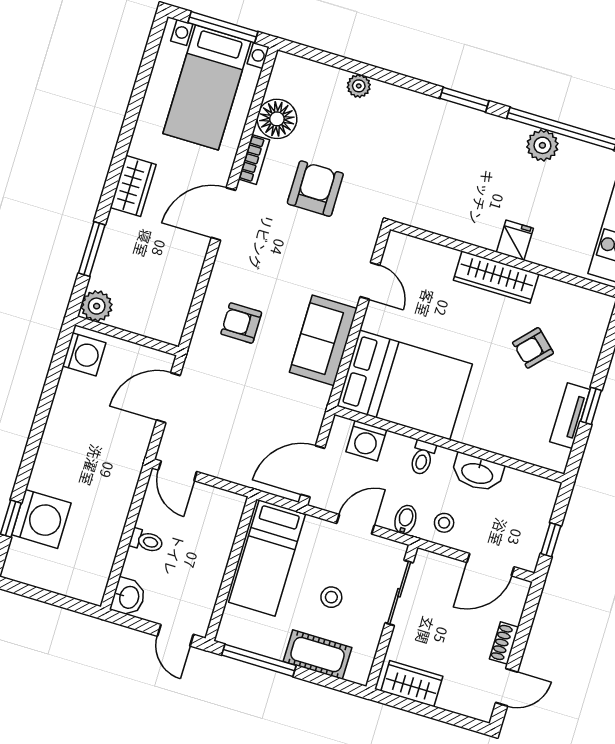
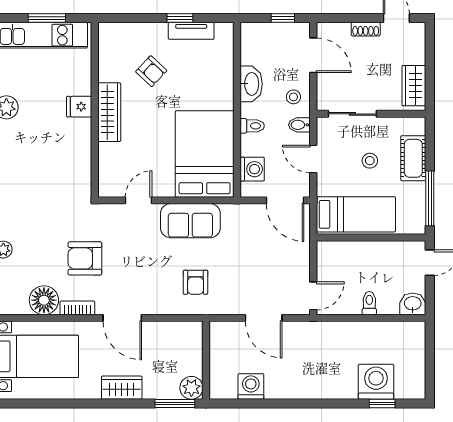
plant: (97, 306) -> (191, 388), moved
wall: (127, 336) -> (206, 360), moved

